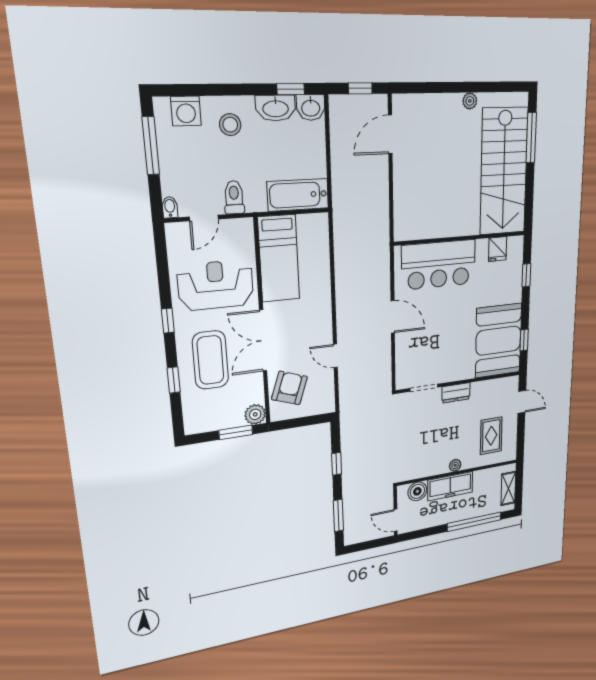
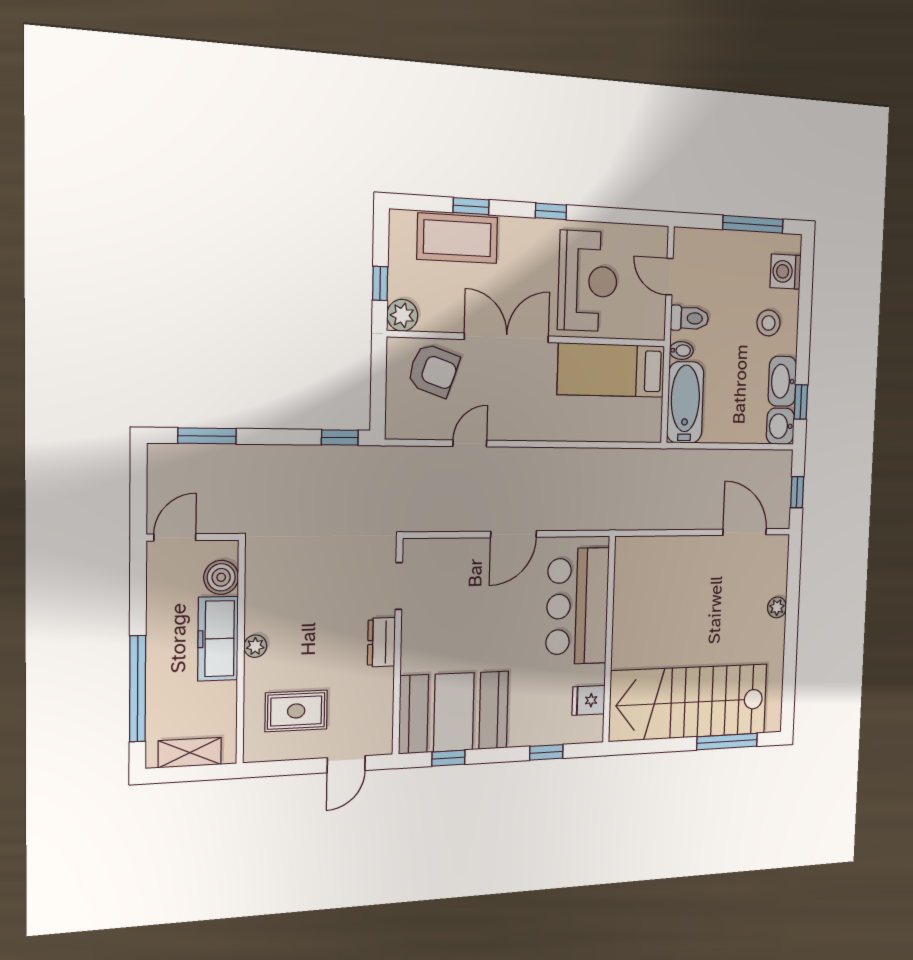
plant: (470, 101) -> (777, 607), moved
bidet: (170, 207) -> (681, 351), moved
coffee table: (210, 360) -> (457, 238), moved
window: (236, 432) -> (380, 283), width x0.67
window: (337, 464) -> (340, 438), moved

